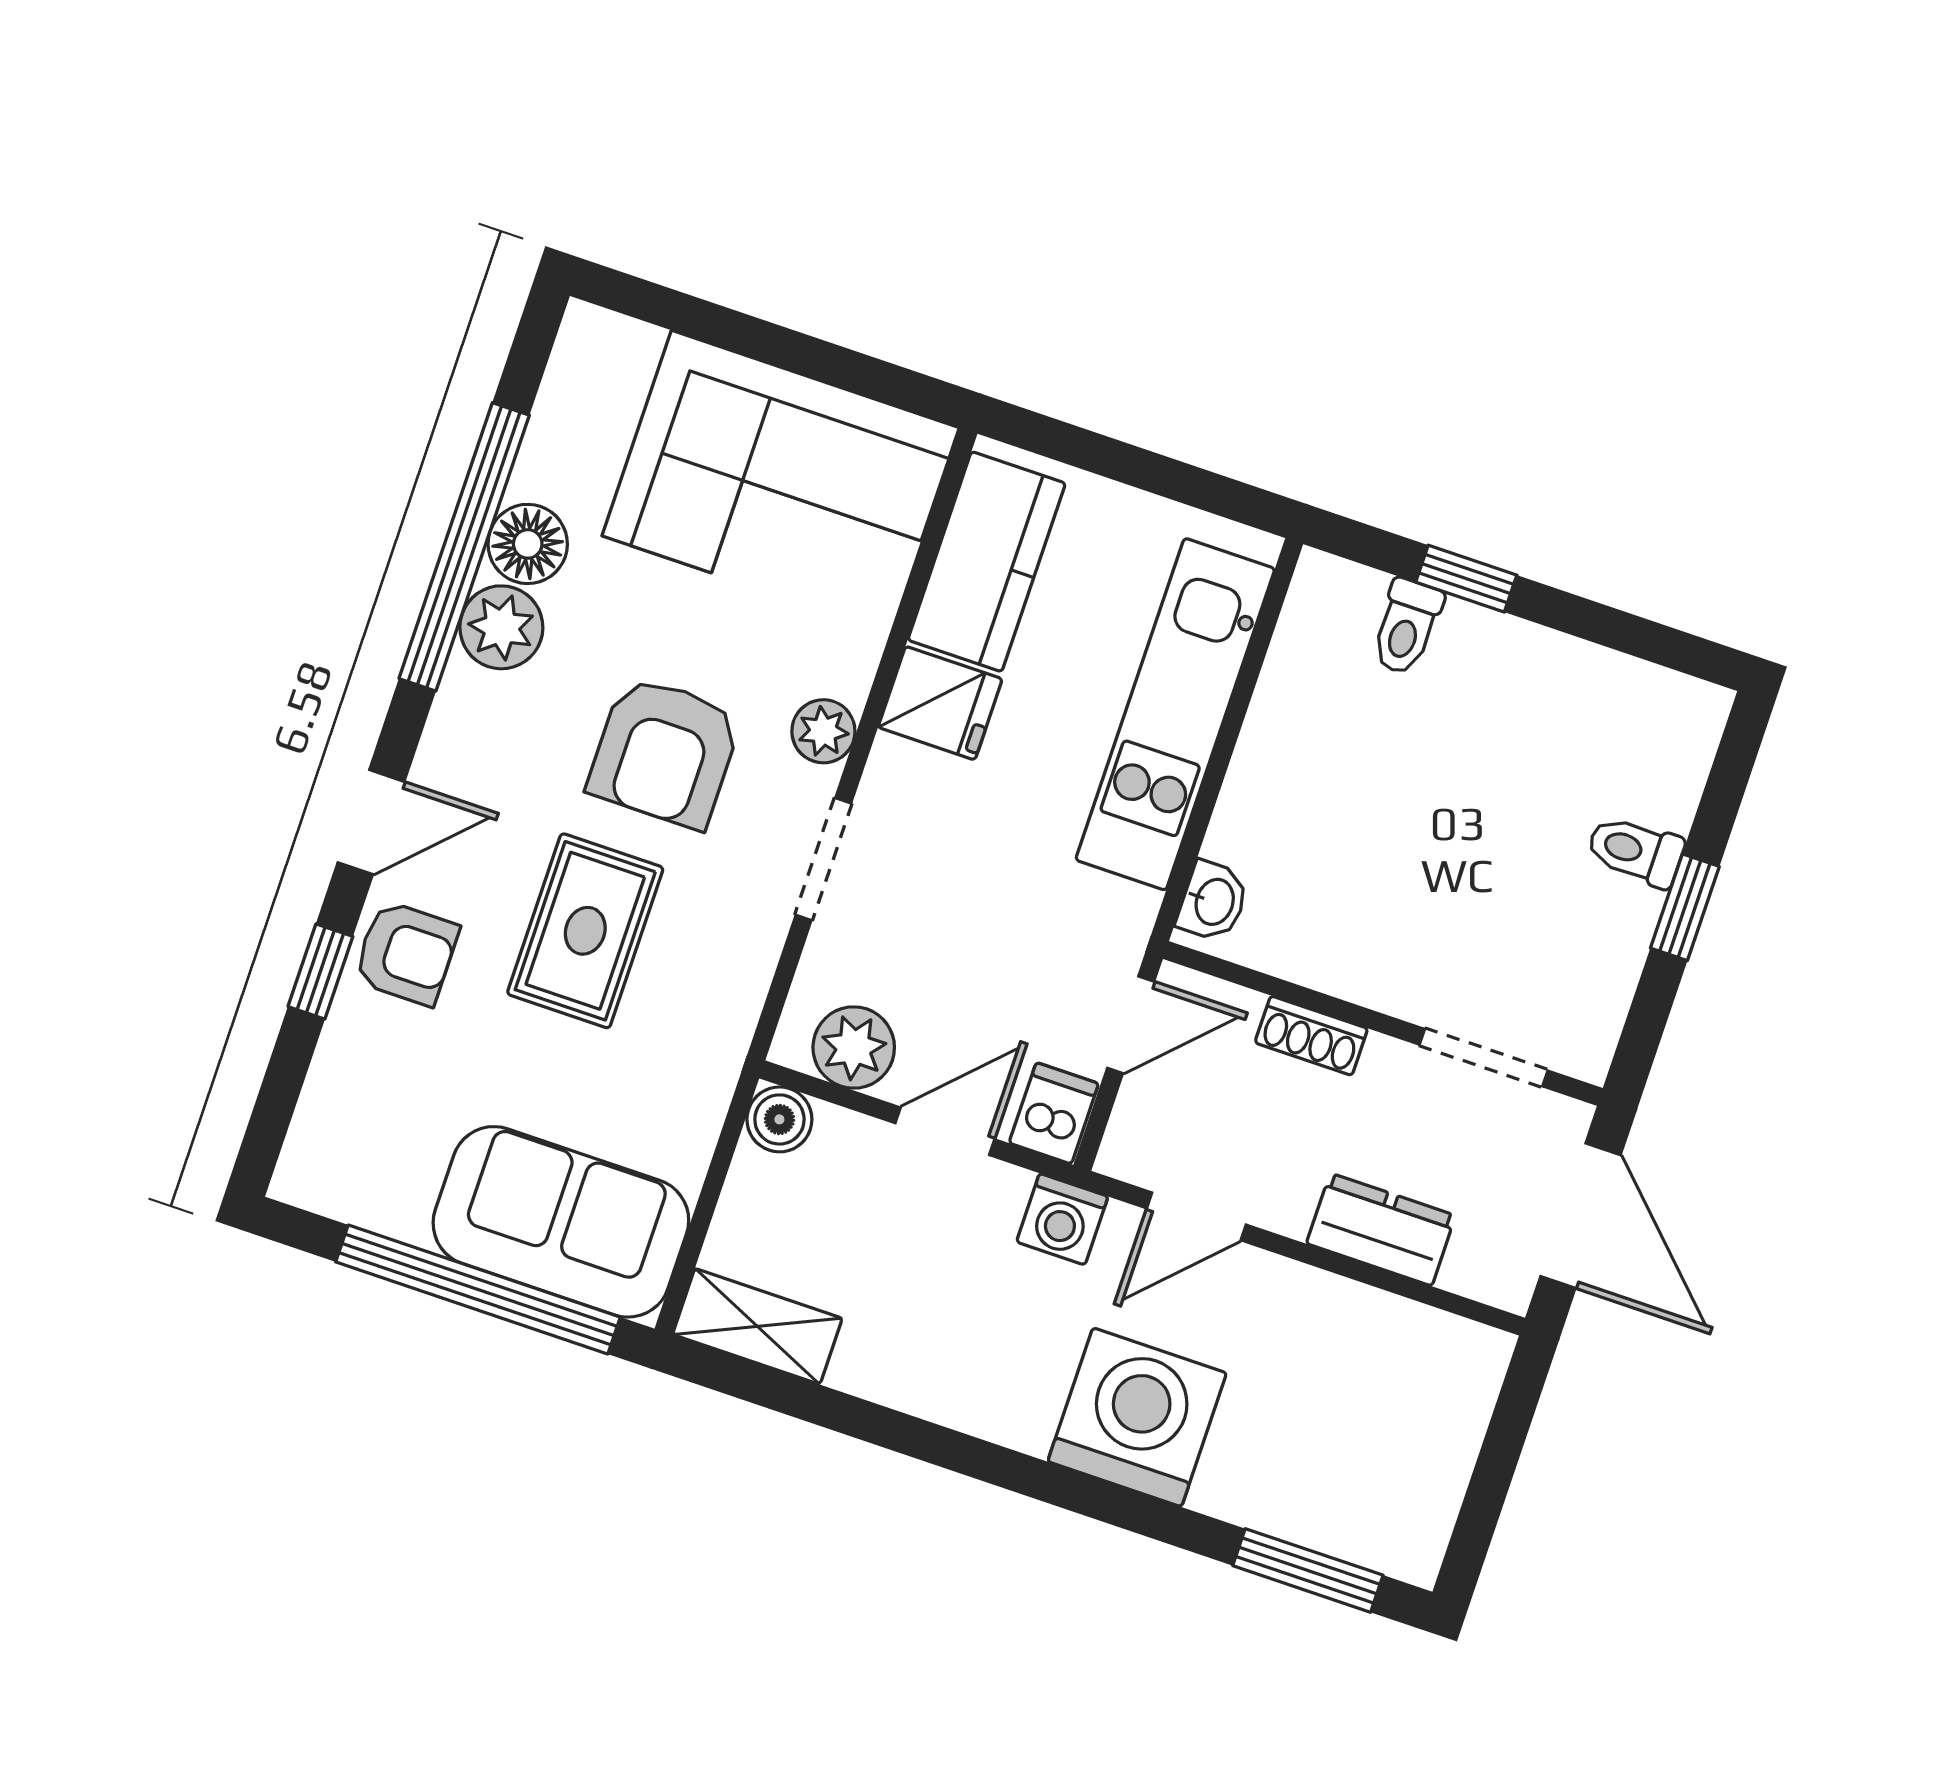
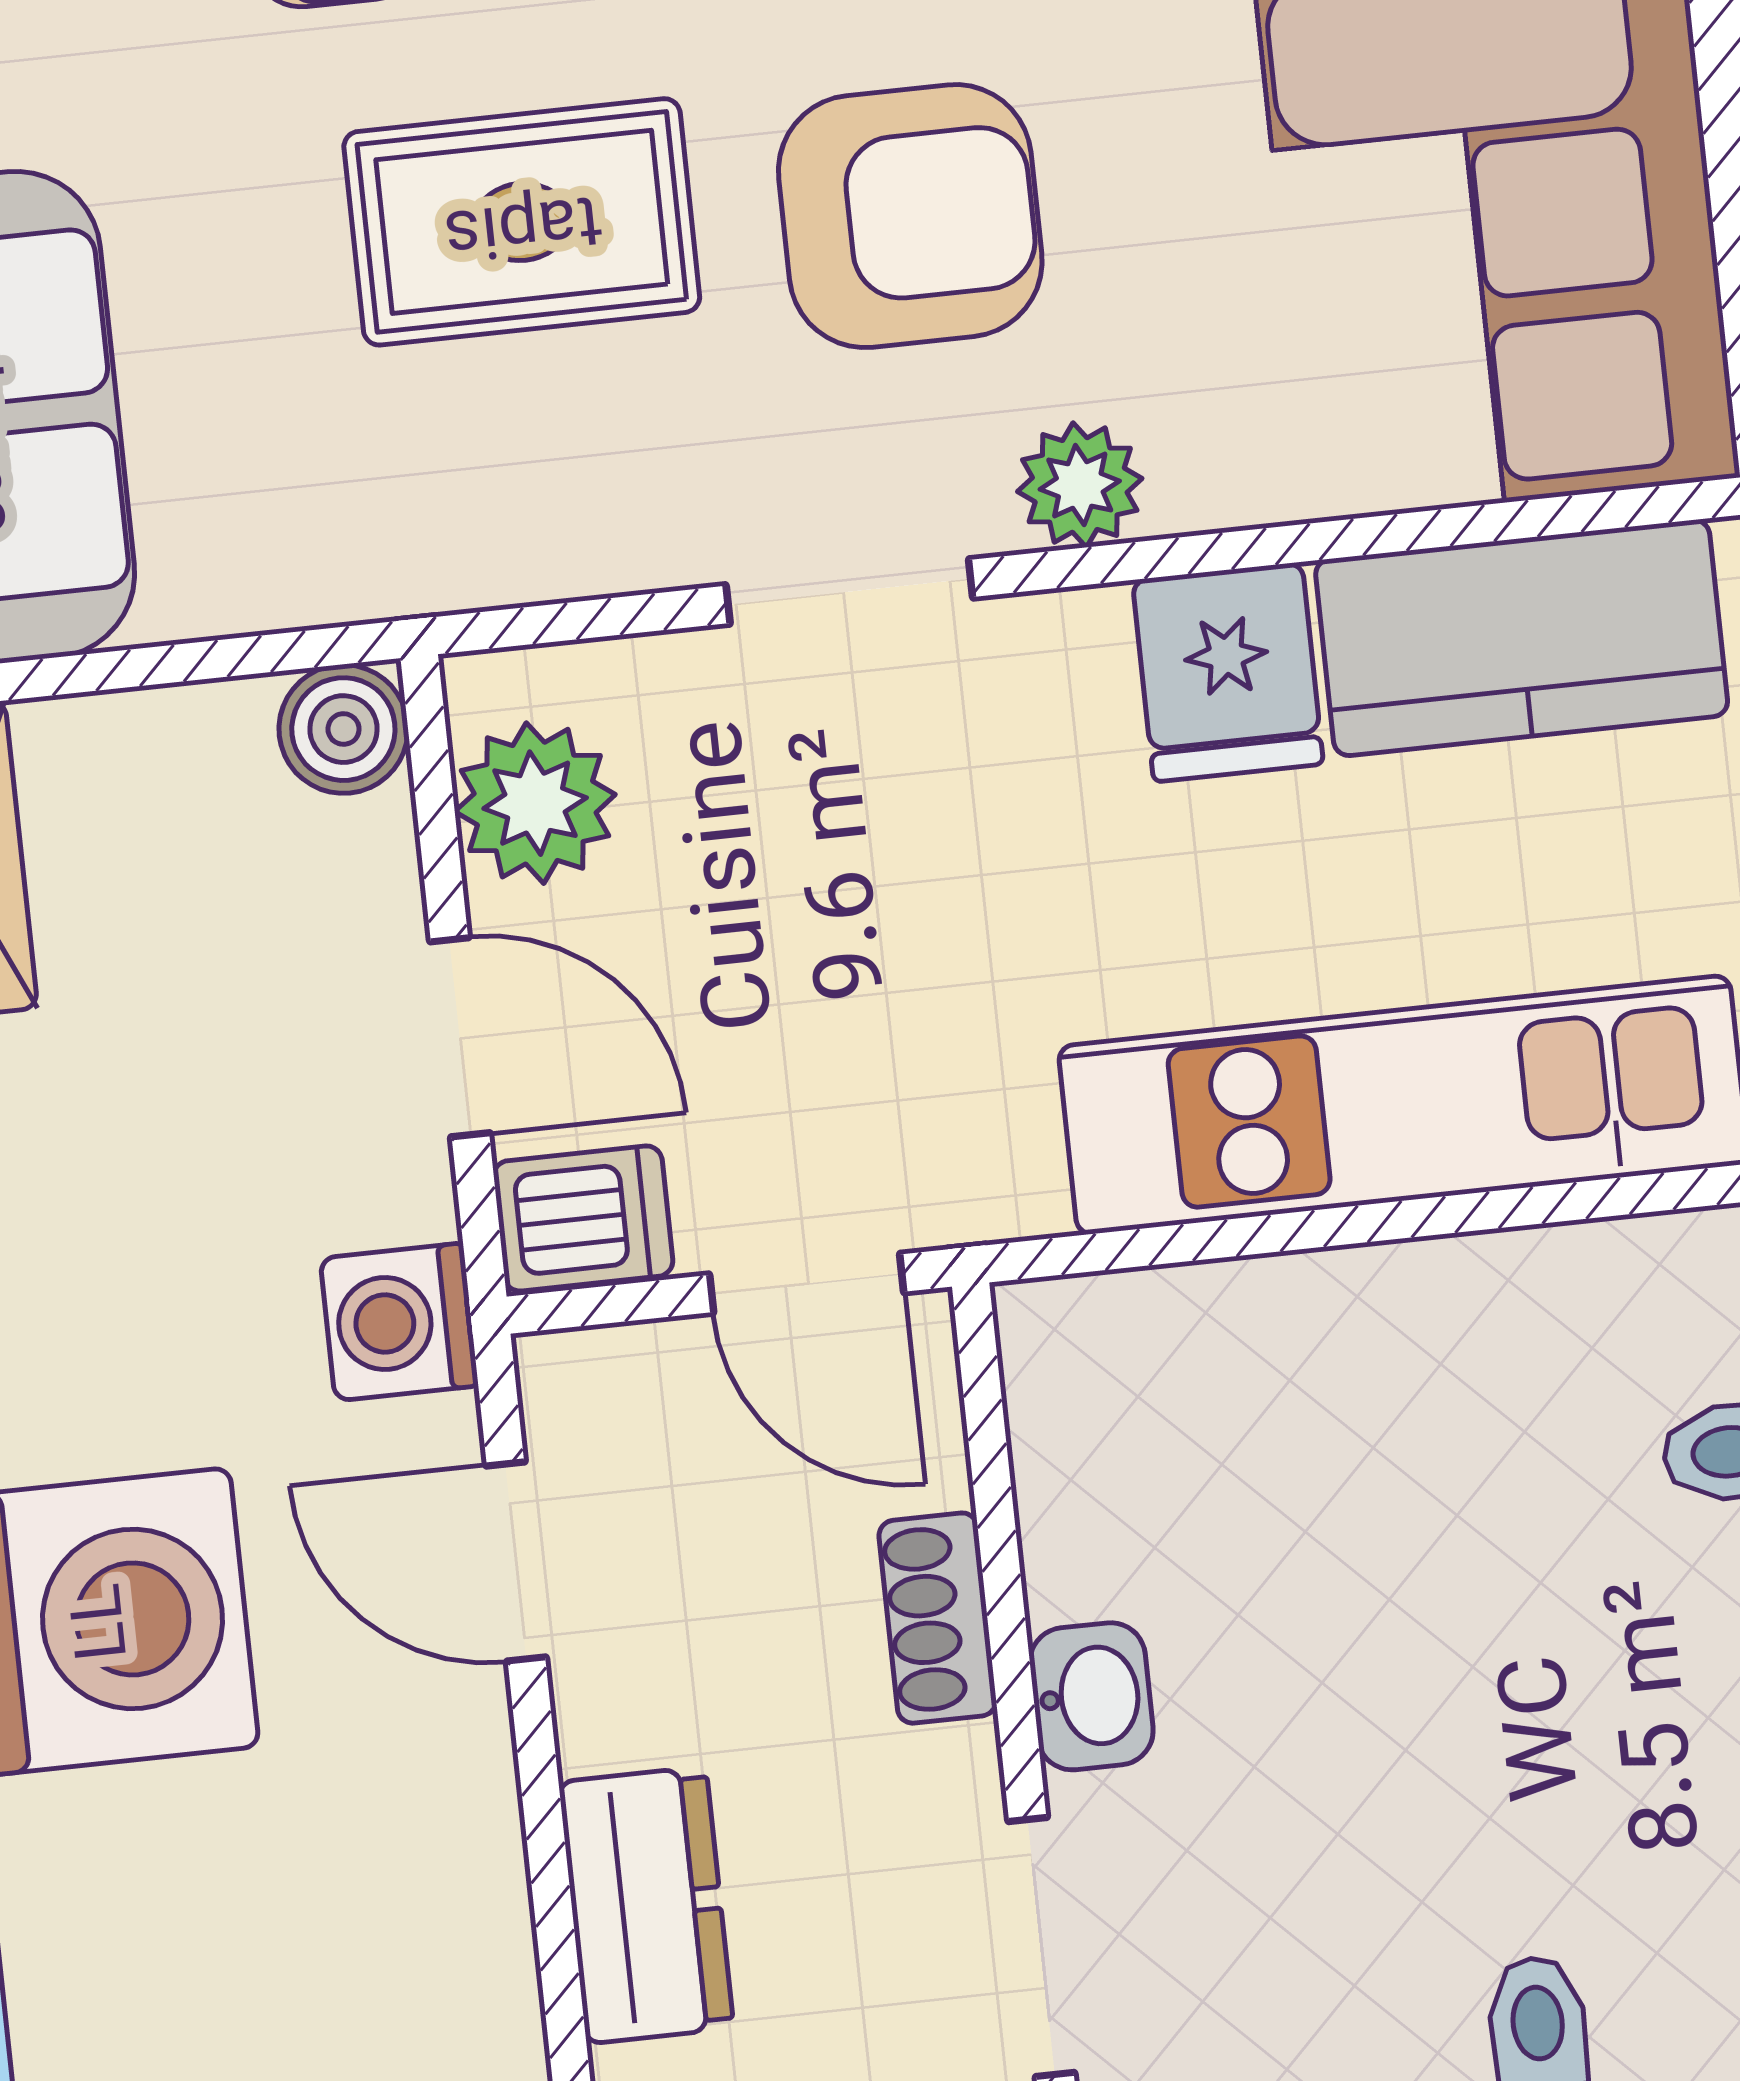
armchair: (665, 752) -> (910, 216), turned 180
washbasin: (1213, 901) -> (1091, 1696), moved, turned -90

